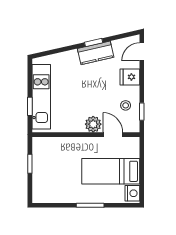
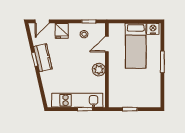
door: (142, 52) -> (42, 21), hinge flipped
plant: (93, 124) -> (99, 70), moved

